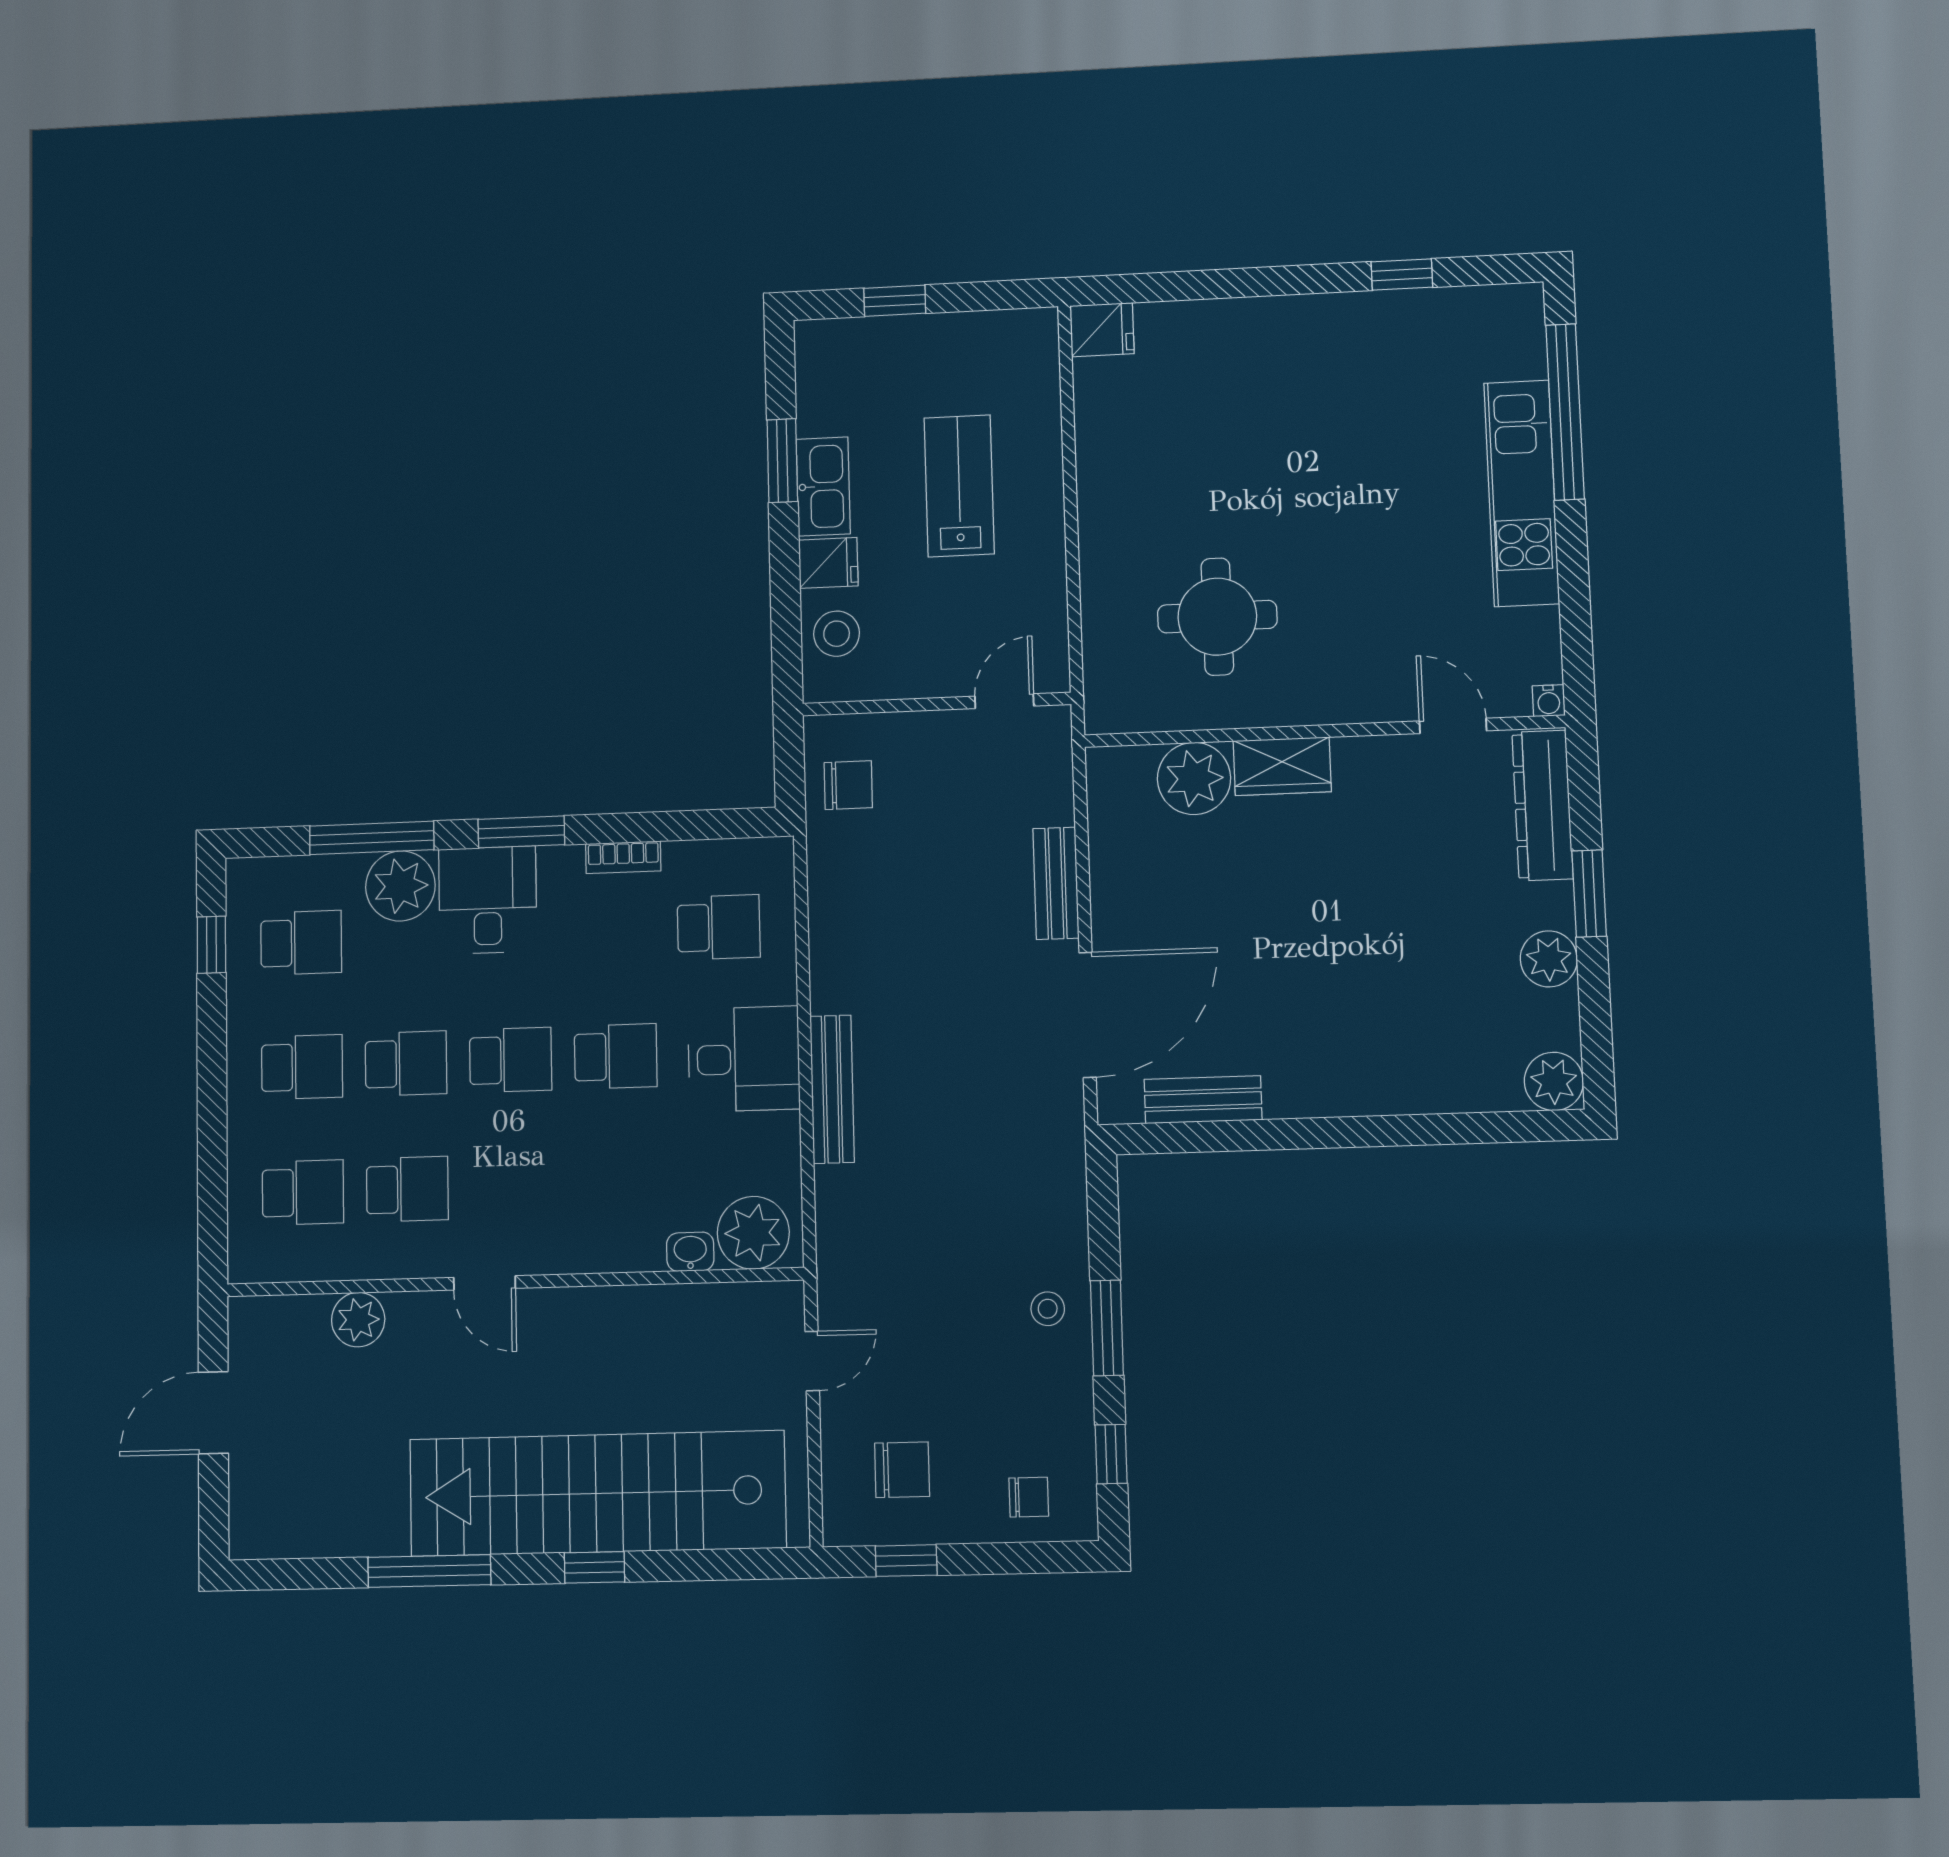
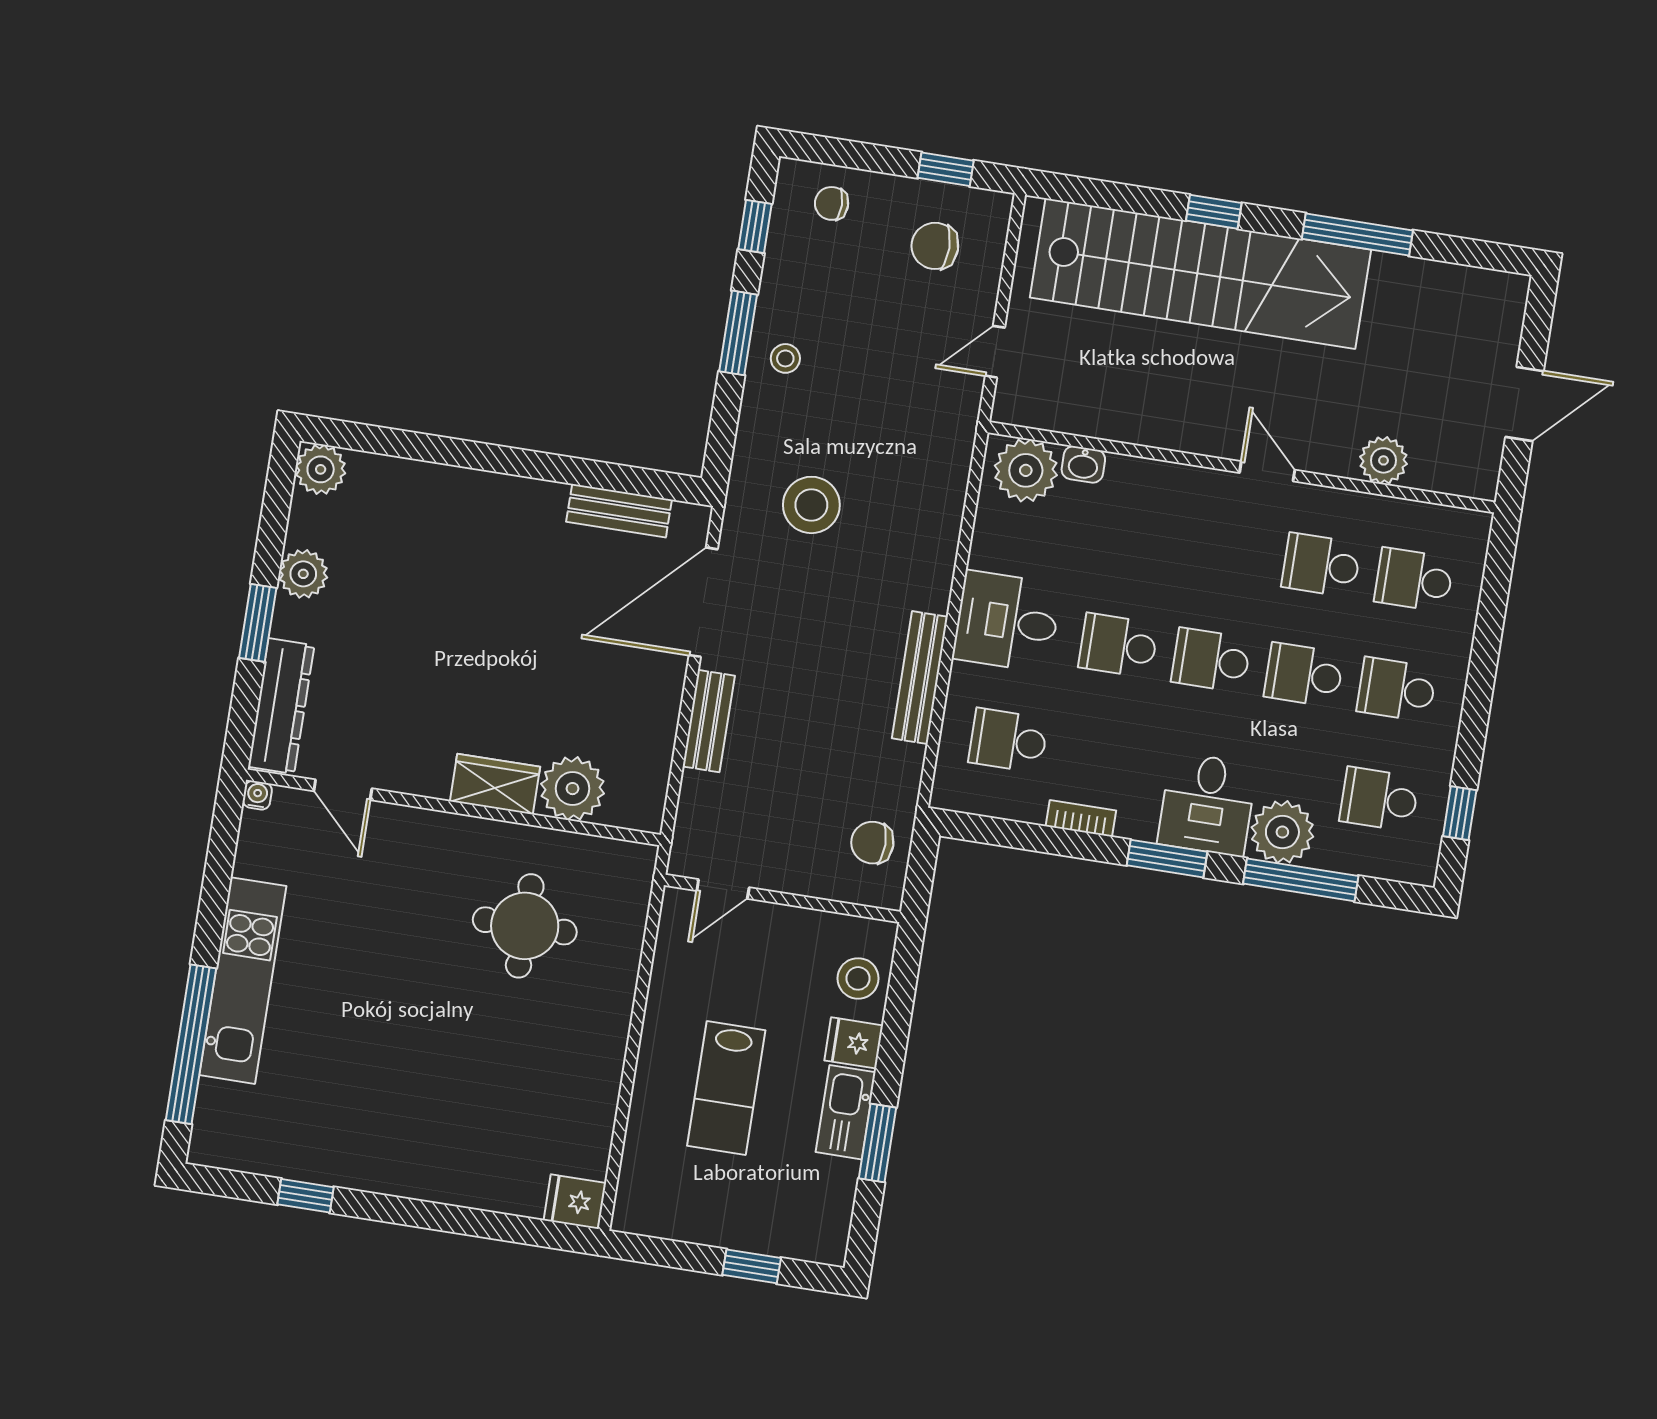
bench: (832, 1089) -> (920, 678), moved
stool: (987, 1148) -> (811, 505), added

